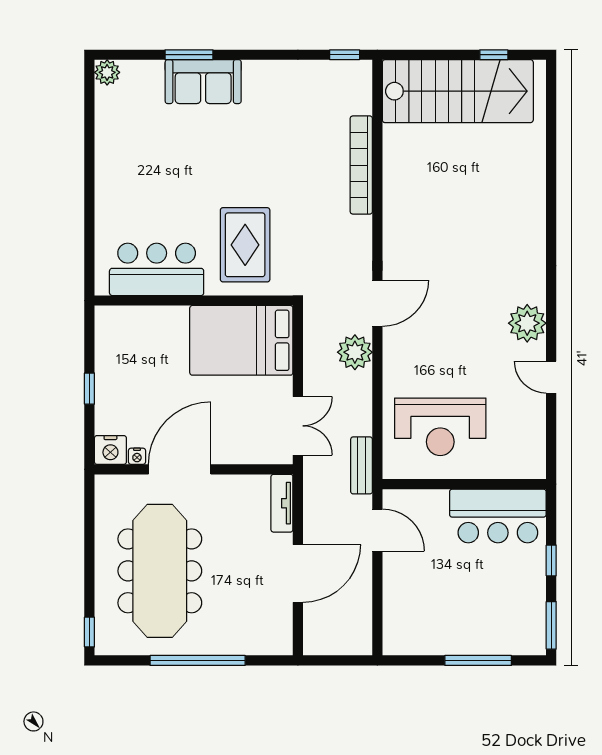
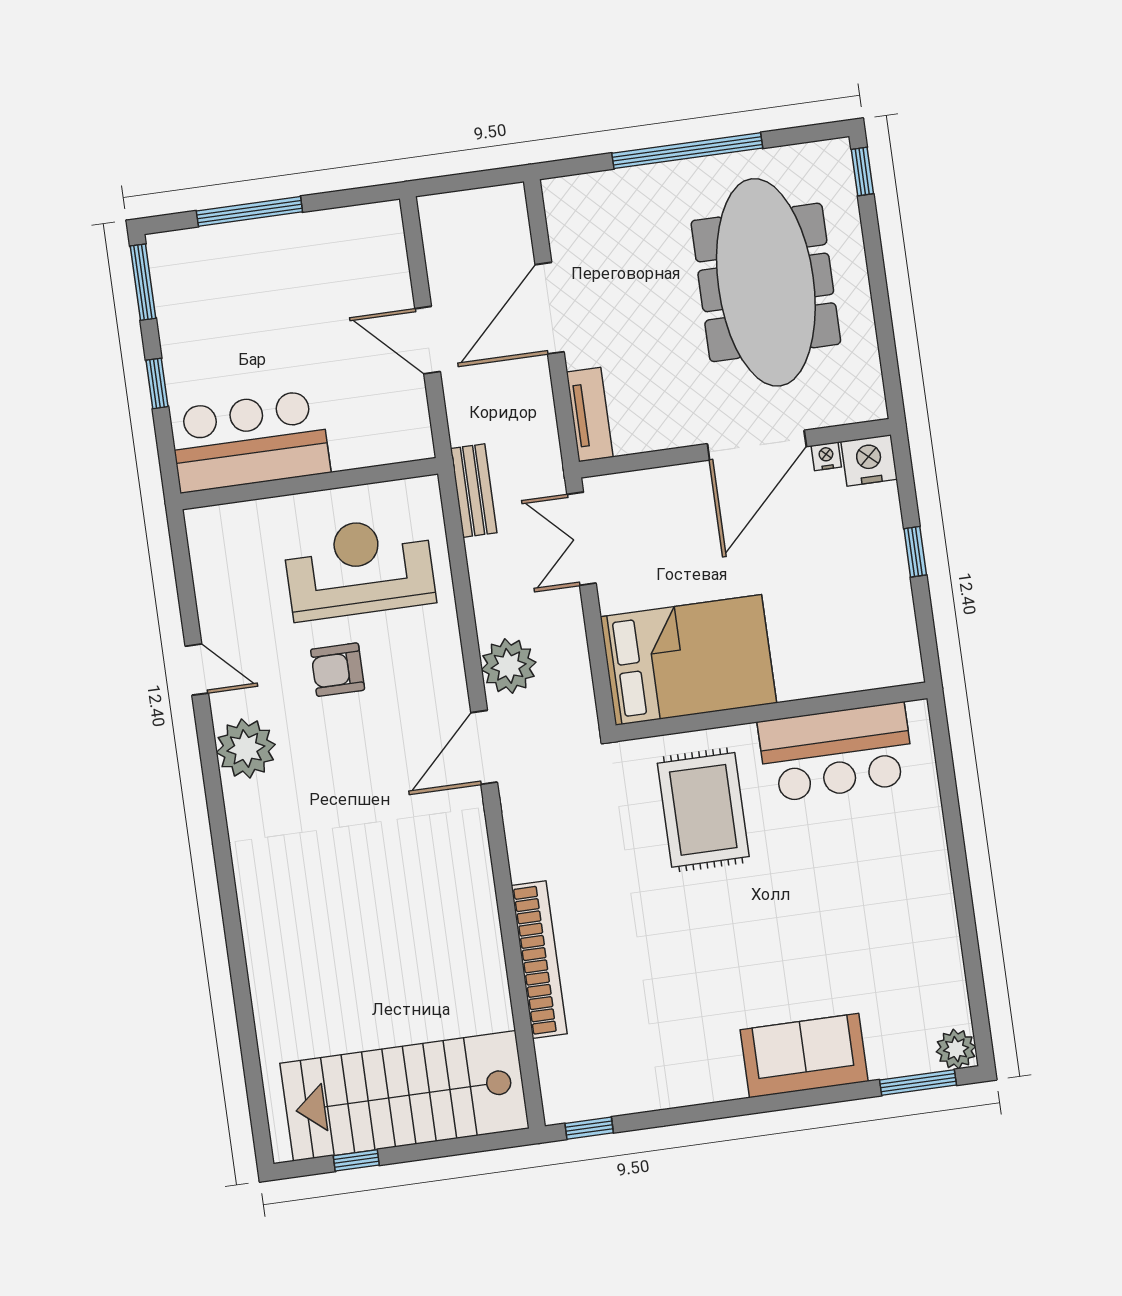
window: (189, 55) -> (918, 1082), moved
armchair: (463, 365) -> (338, 670), added
door: (377, 530) -> (428, 340), moved

